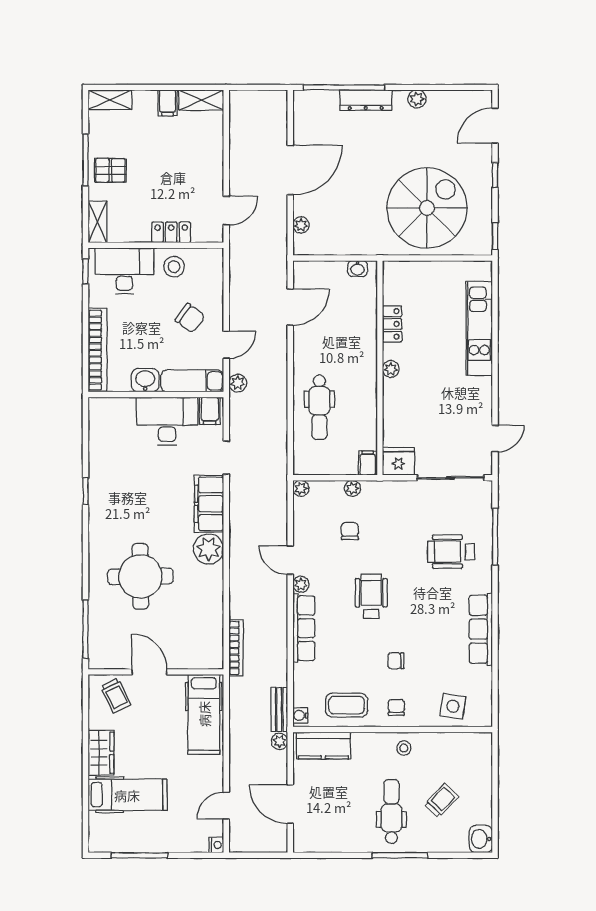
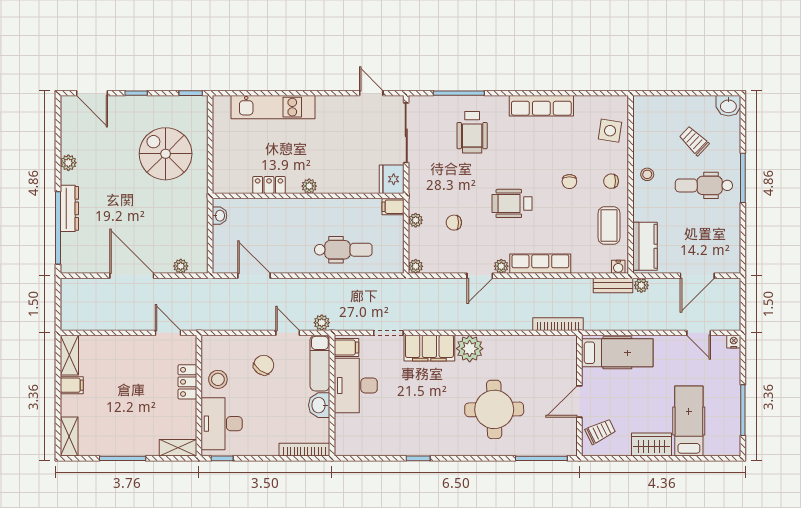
pallet: (110, 170) -> (132, 436), removed
spiral stairs: (427, 208) -> (166, 154), width x0.73, depth x0.73
bookcase: (98, 350) -> (304, 450), width x0.68, depth x0.76

